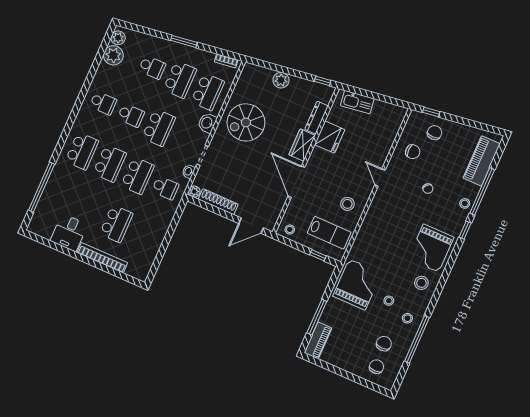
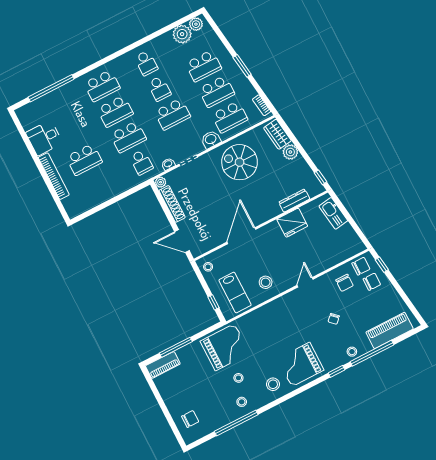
school desk: (152, 67) -> (203, 66), width x1.85
wardrobe: (302, 145) -> (277, 134), moved, turned -98
chair: (384, 344) -> (361, 266), moved

